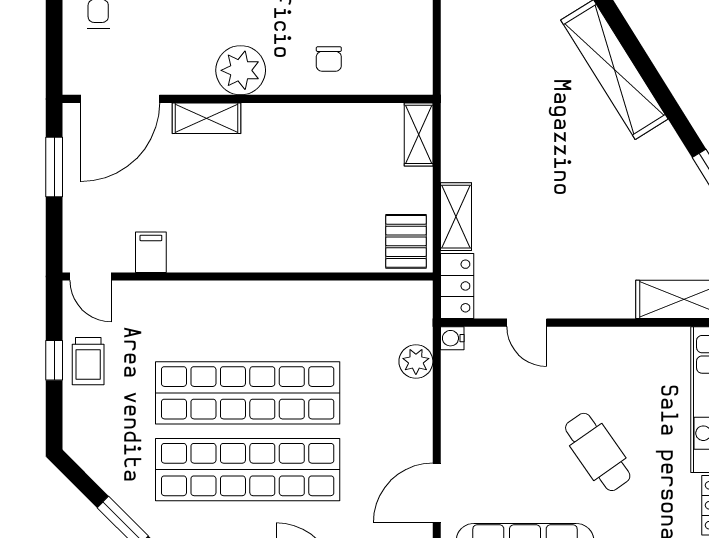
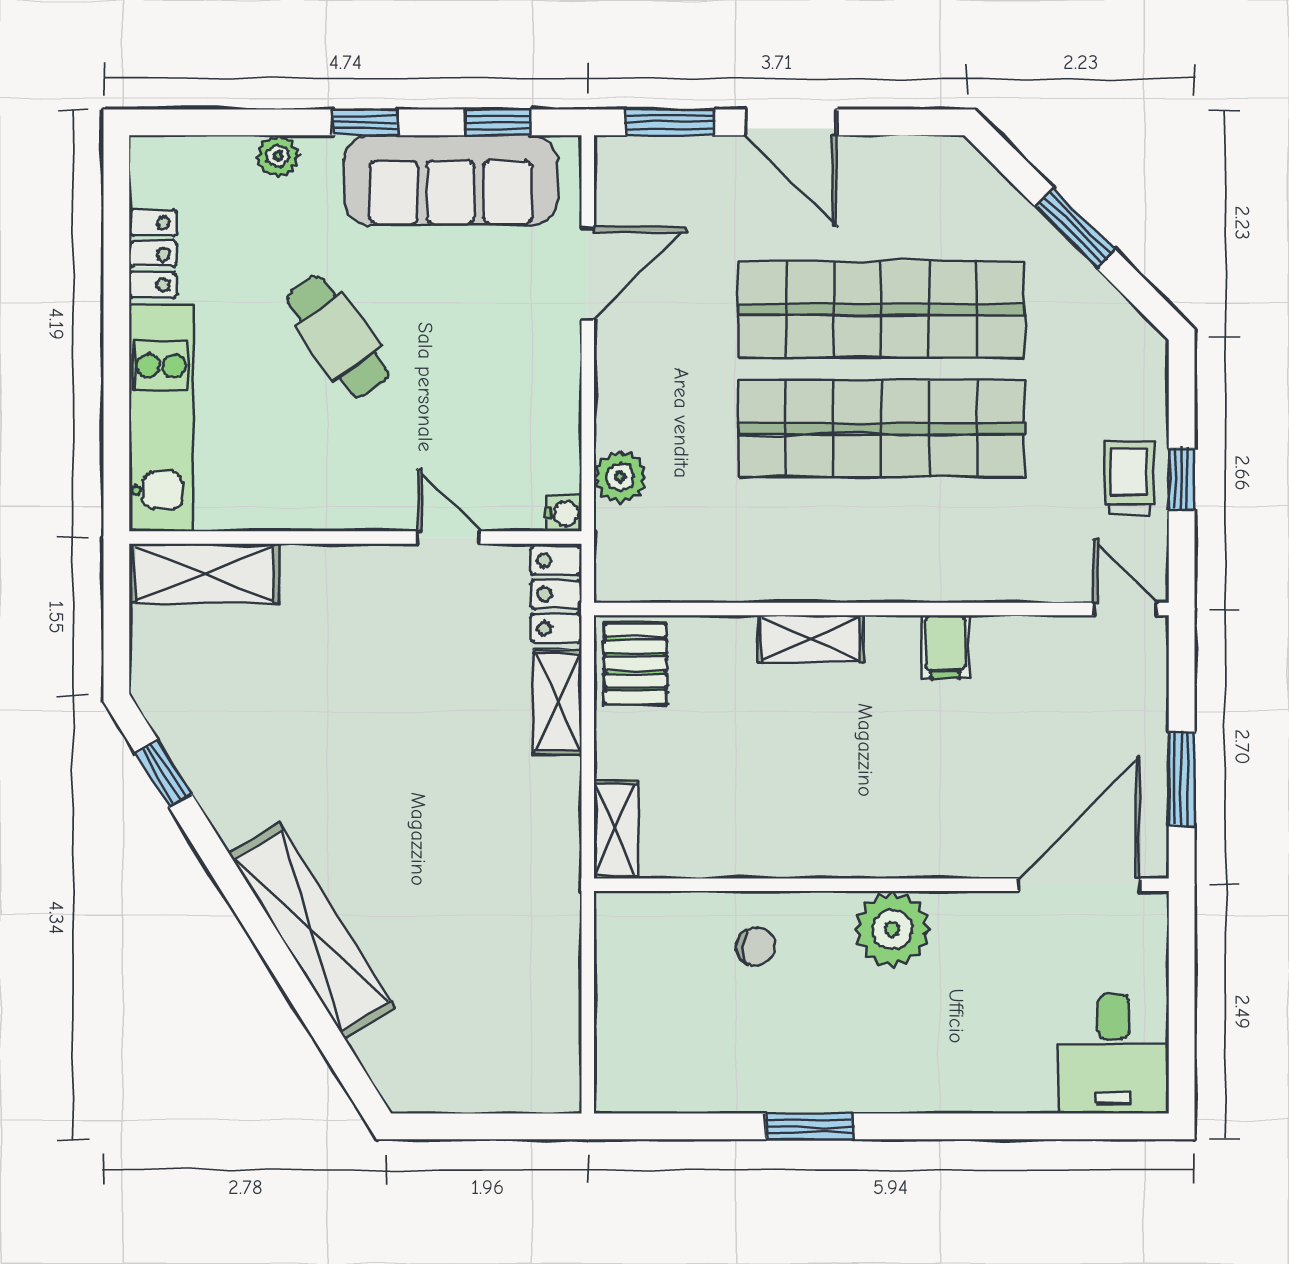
chair: (329, 59) -> (755, 947), turned 90
shelving: (207, 118) -> (810, 639), moved
filing cabinet: (151, 252) -> (945, 647), moved

